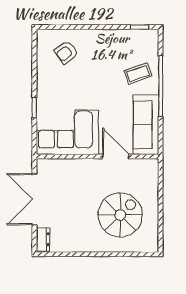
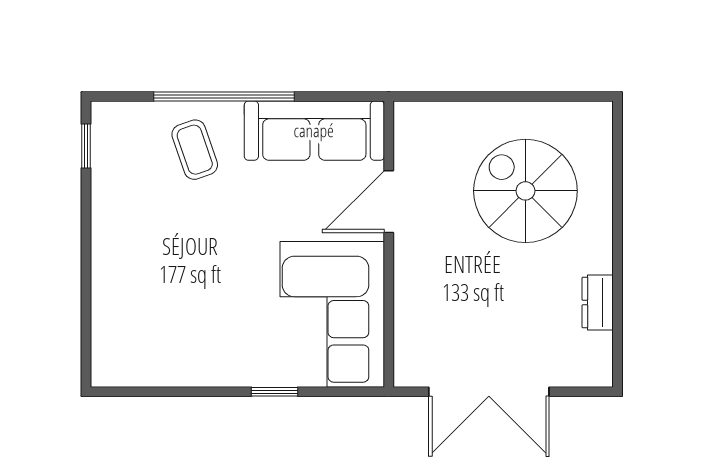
armchair: (66, 52) -> (145, 317), removed
dresser: (43, 239) -> (598, 303), moved, turned -90

